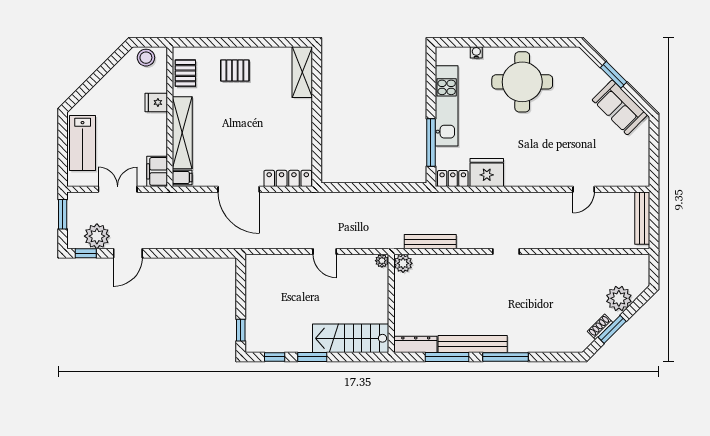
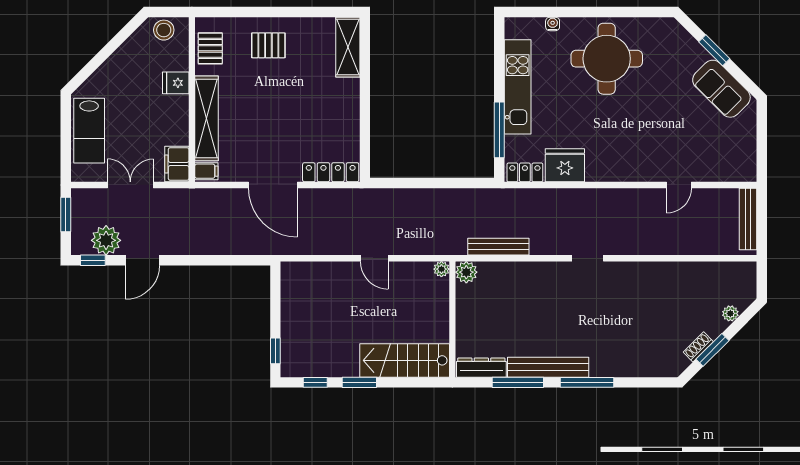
plant: (619, 298) -> (730, 313), width x0.53, depth x0.53

